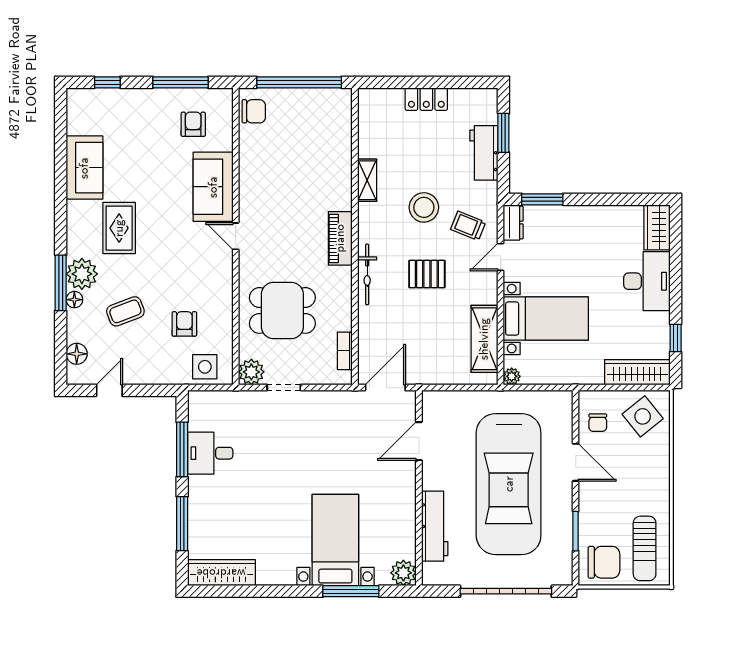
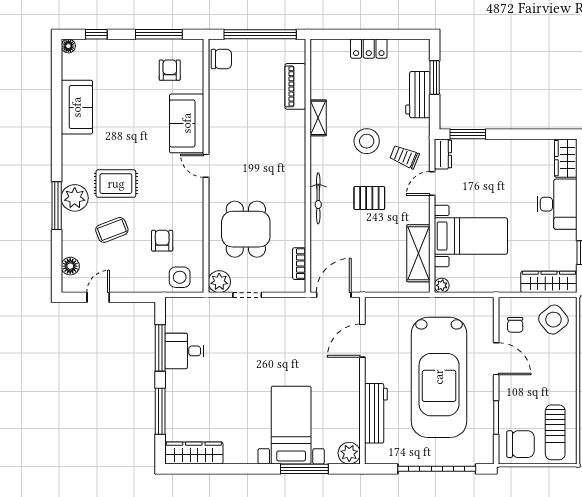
rug: (119, 228) -> (116, 184), moved, turned 90
piano: (340, 238) -> (295, 86), moved
floor lamp: (74, 300) -> (68, 46), moved
dining table: (282, 310) -> (246, 229), turned 90

